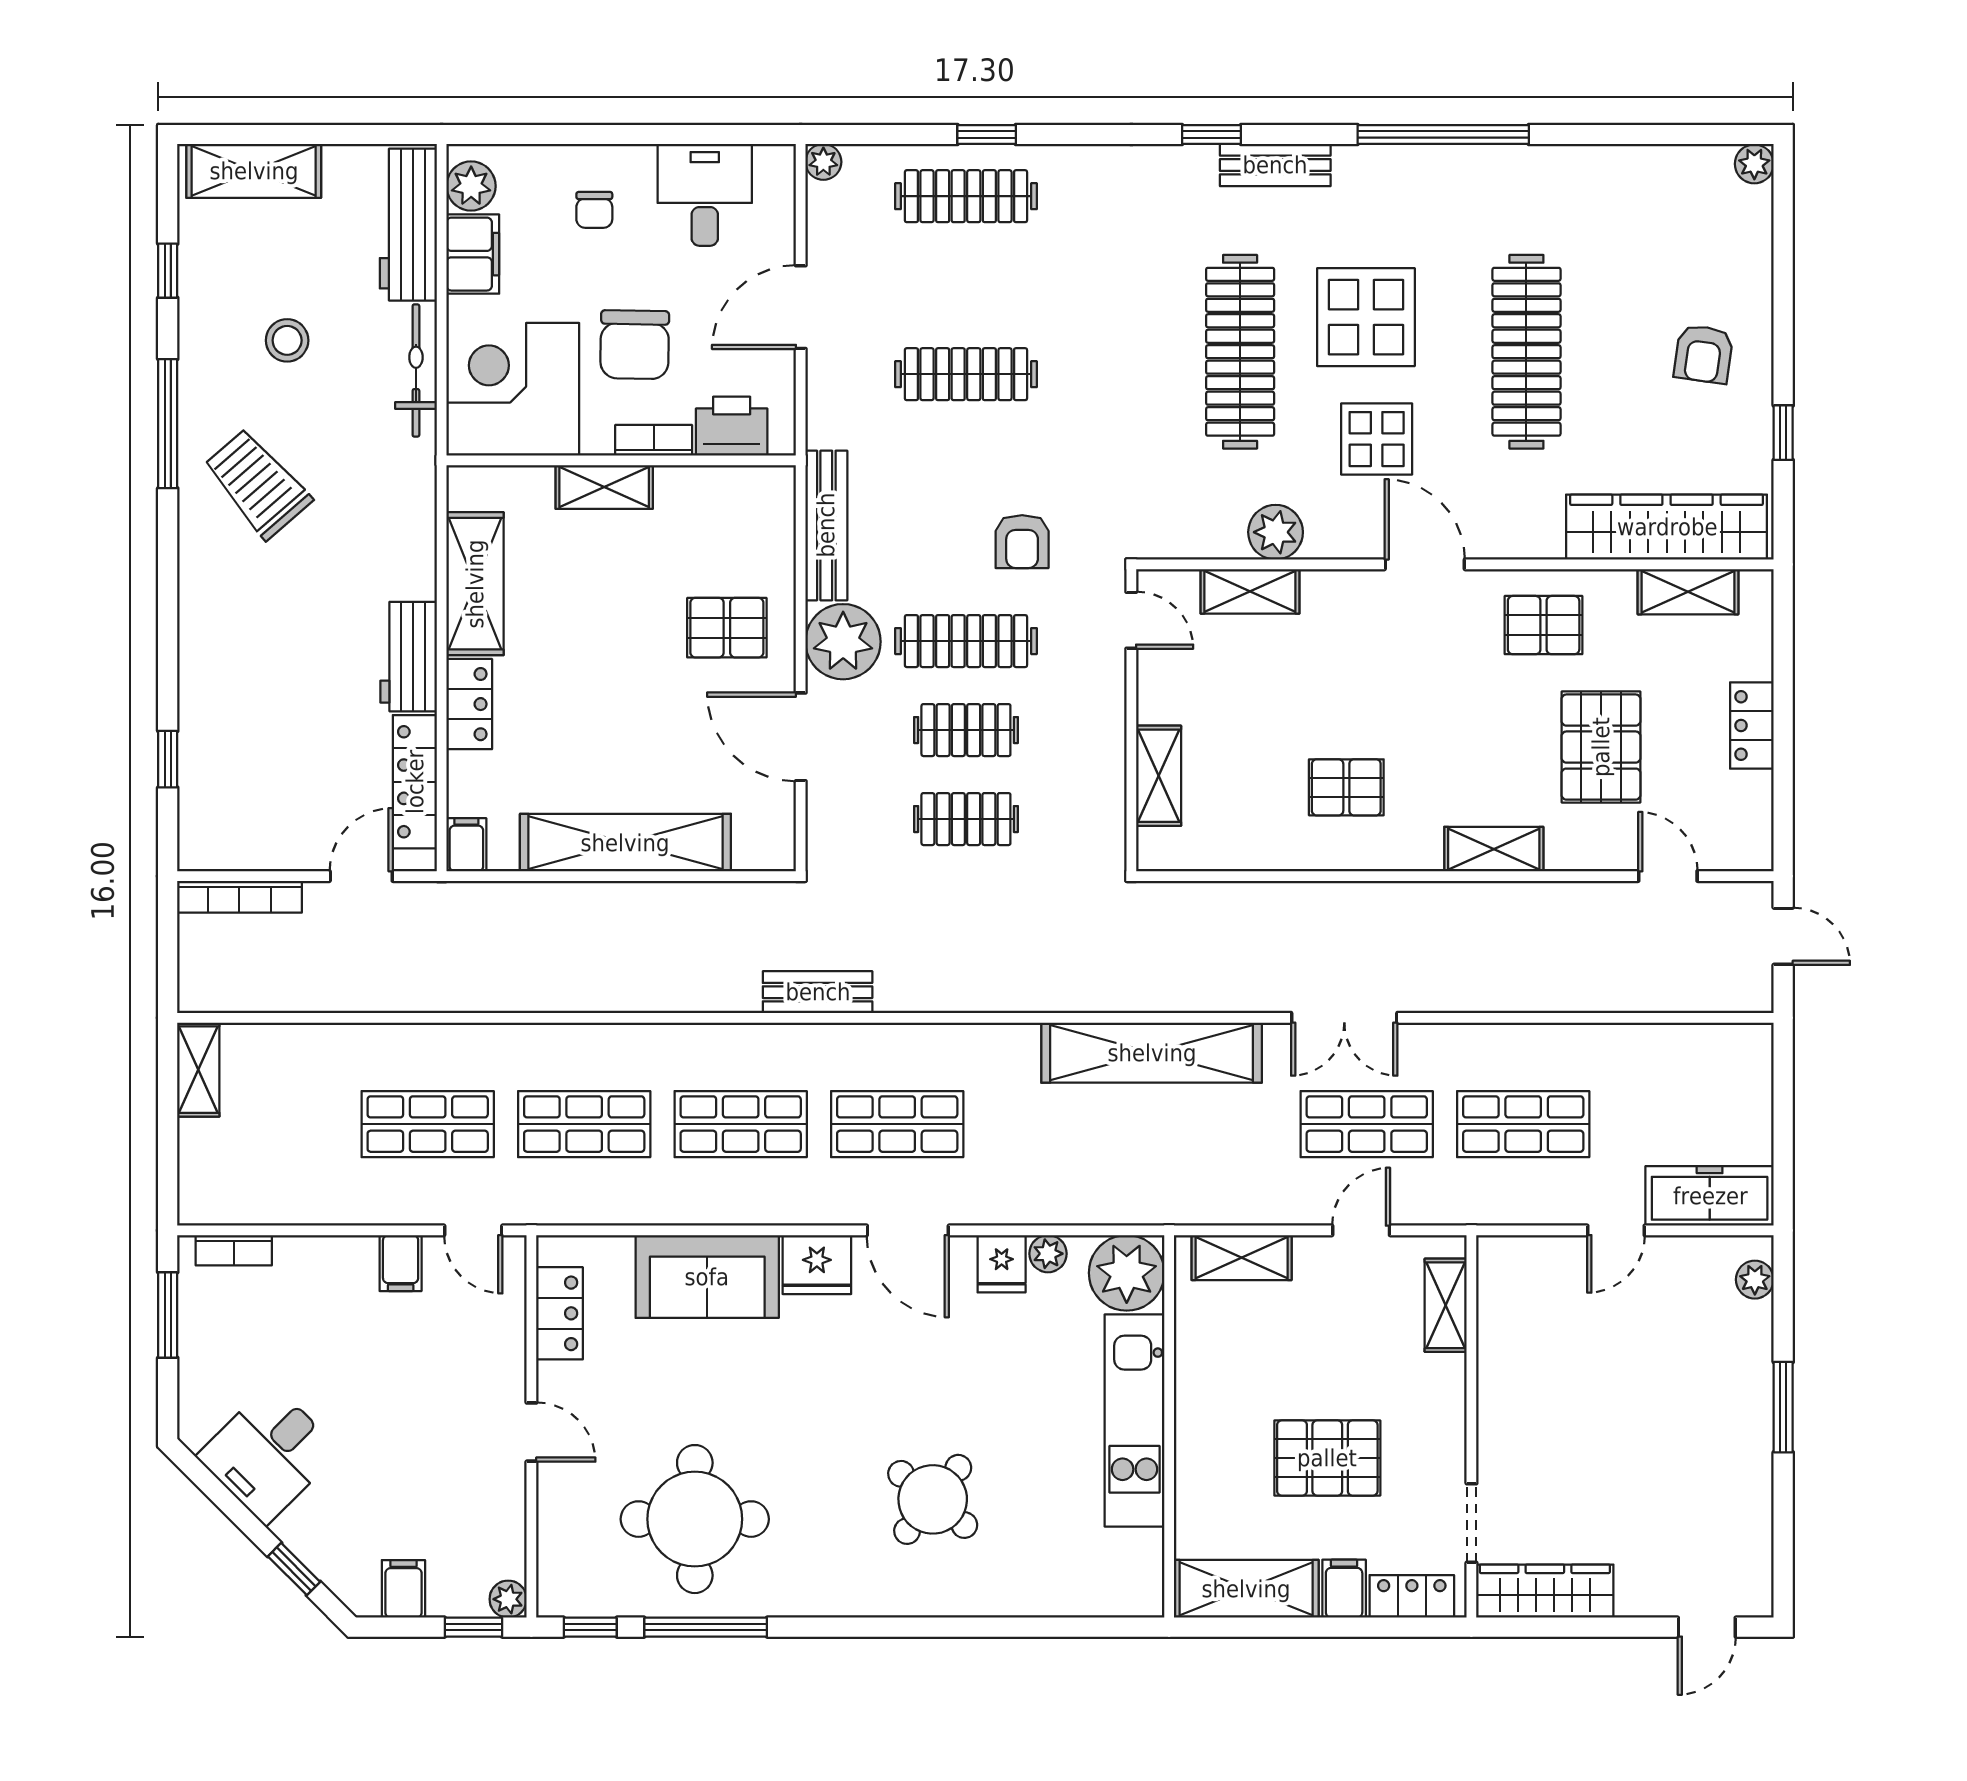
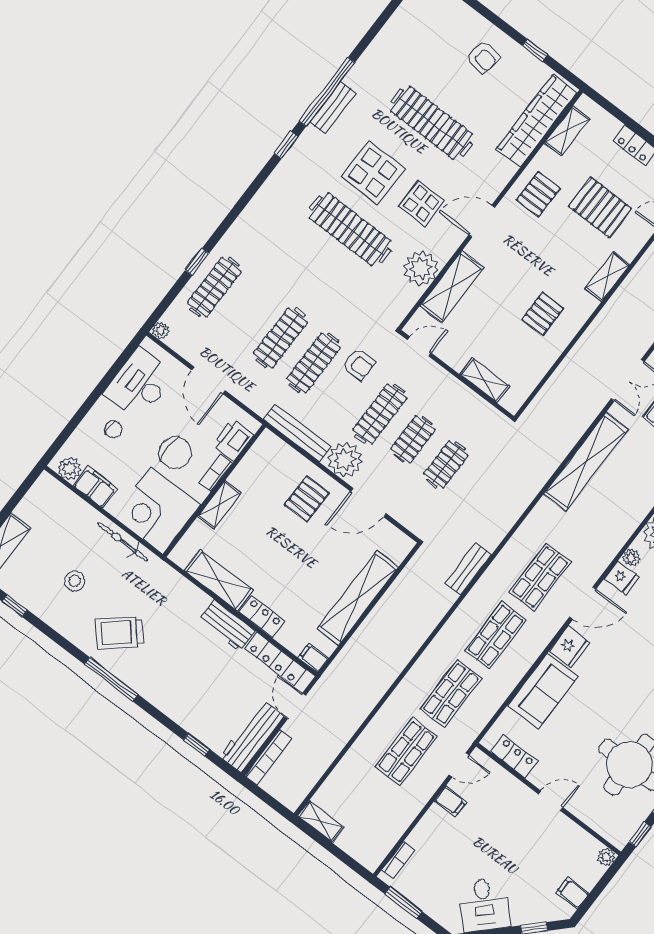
window: (1211, 134) -> (286, 145), moved
bench: (1275, 165) -> (333, 108), moved
desk: (705, 195) -> (139, 384), width x1.37
workbench: (408, 225) -> (252, 737), moved, turned 90
window: (168, 424) -> (111, 679), moved
clothes rail: (966, 463) -> (314, 363), added
plant: (1276, 532) -> (421, 268), width x1.36, depth x1.36
shelving: (1250, 591) -> (452, 287), width x1.50, depth x1.33
window: (473, 1627) -> (607, 878), removed

